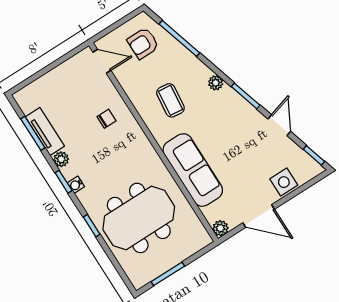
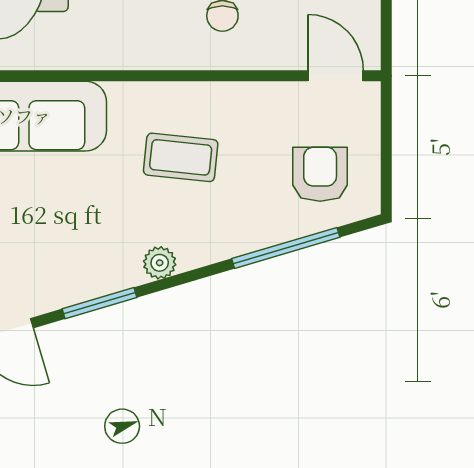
door: (102, 61) -> (335, 76), swing flipped

